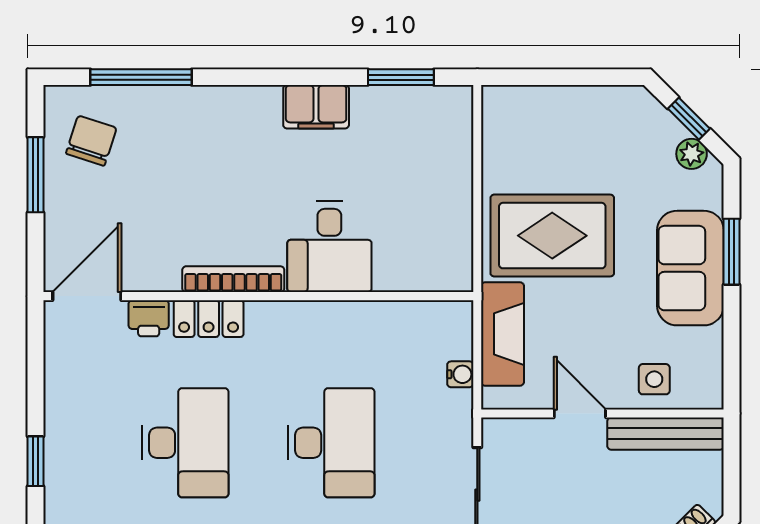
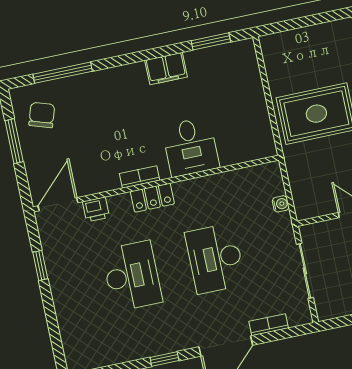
bookcase: (233, 279) -> (140, 177), width x0.64
locker: (209, 319) -> (152, 198), moved
fireplace: (503, 334) -> (300, 176), removed
desk: (331, 443) -> (215, 258), turned 180
window: (35, 461) -> (40, 265), moved

